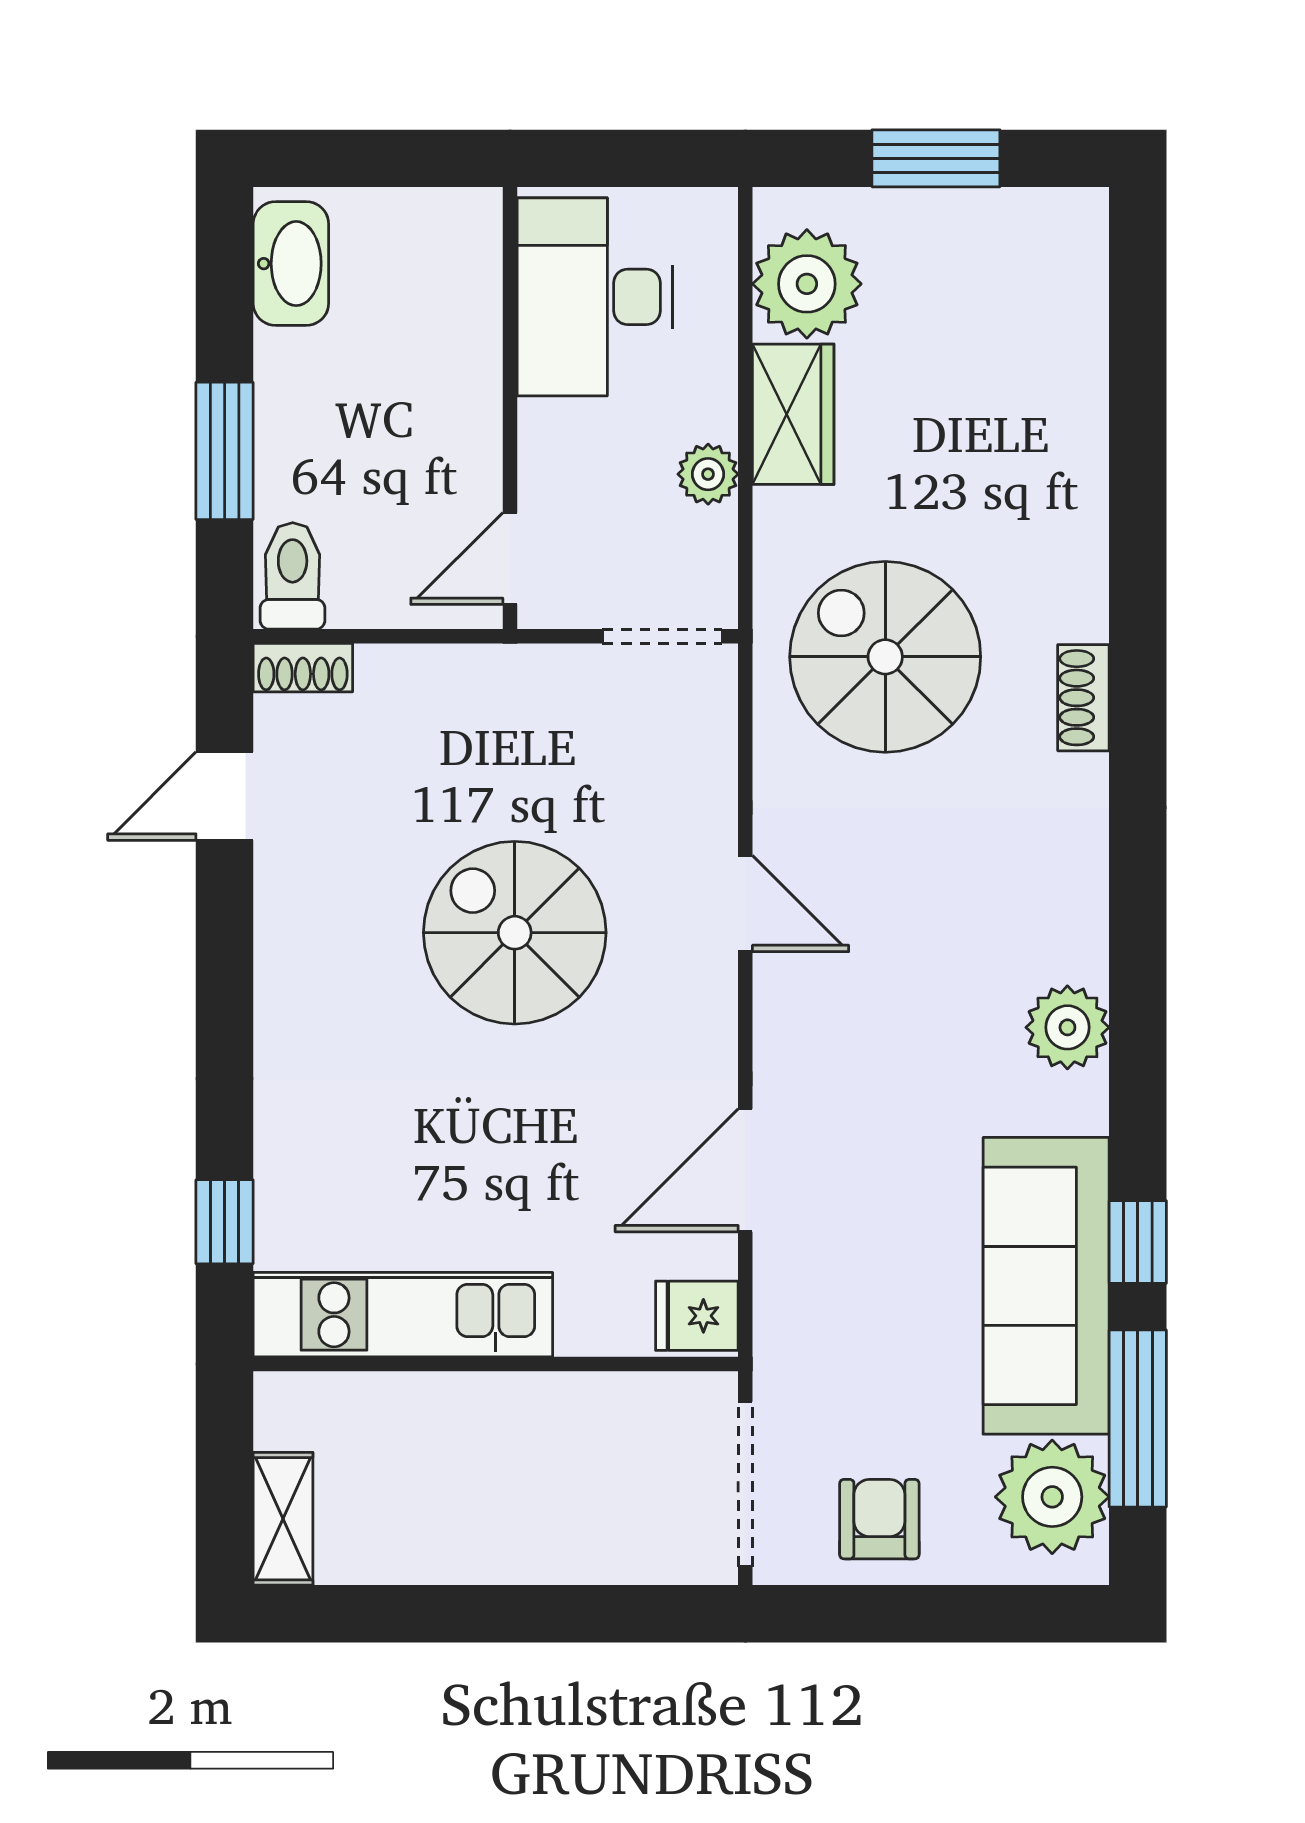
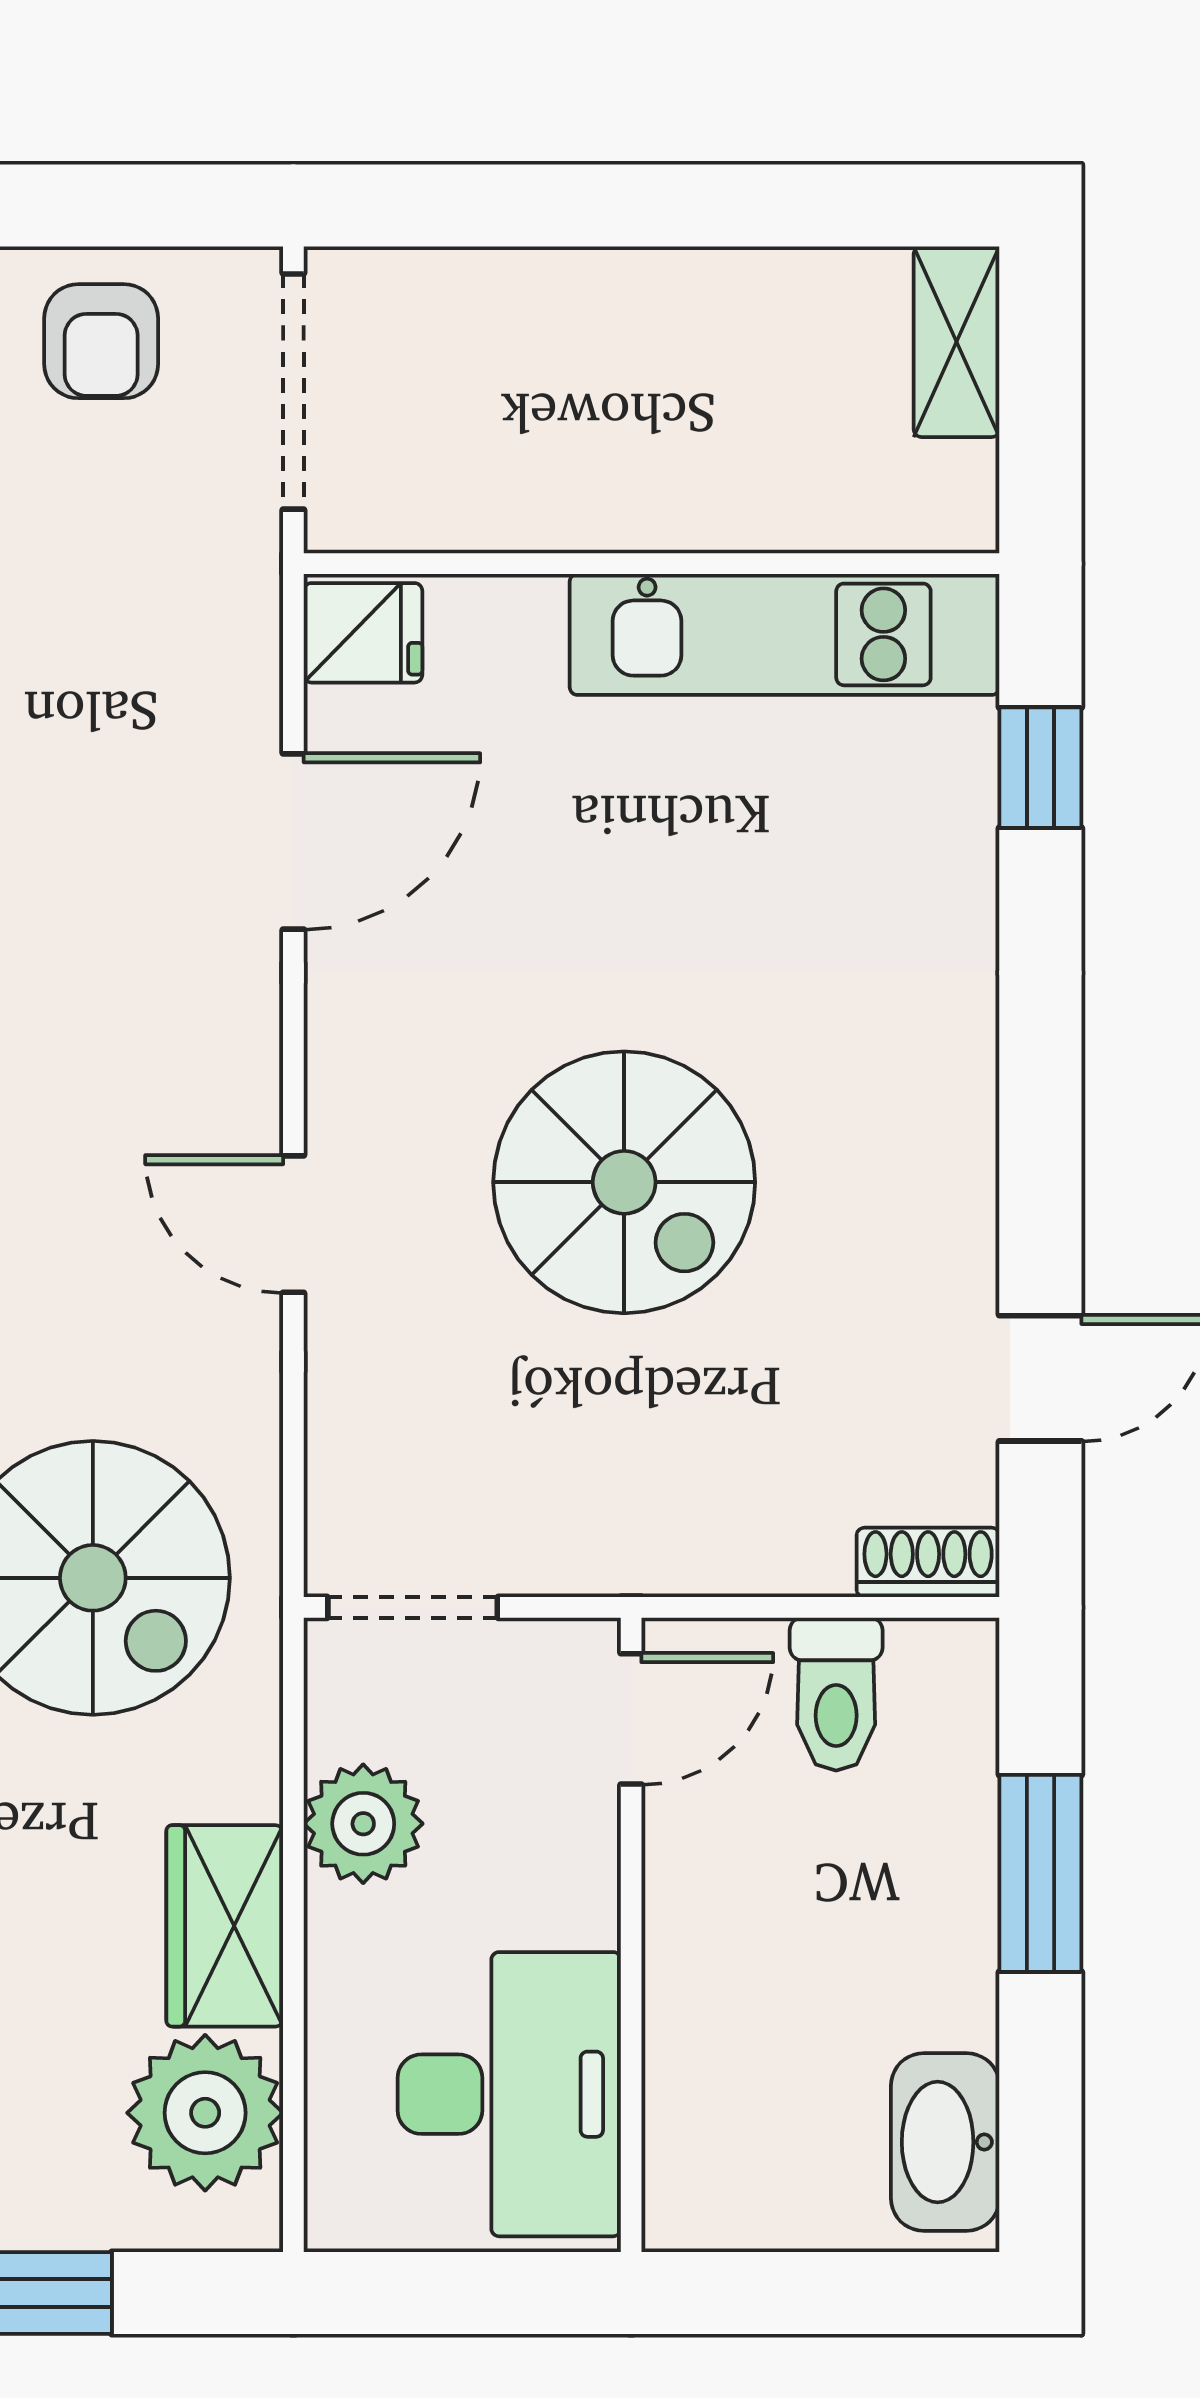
plant: (708, 474) -> (363, 1824), width x1.38, depth x1.38
toilet: (293, 576) -> (836, 1694), moved

